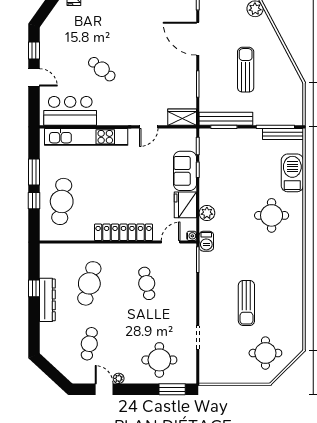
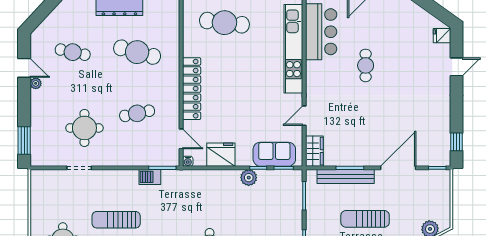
cafe table: (102, 69) -> (366, 65), turned -40
sun lounger: (246, 70) -> (365, 219), turned 180
bench: (226, 119) -> (346, 176), moved, turned 90
door: (149, 127) -> (304, 116), hinge flipped
sofa: (185, 171) -> (274, 154), moved
plant: (207, 213) -> (249, 178), moved
barbecue: (206, 241) -> (150, 177), moved
round table: (159, 360) -> (84, 128), moved
door: (104, 389) -> (24, 68), hinge flipped

